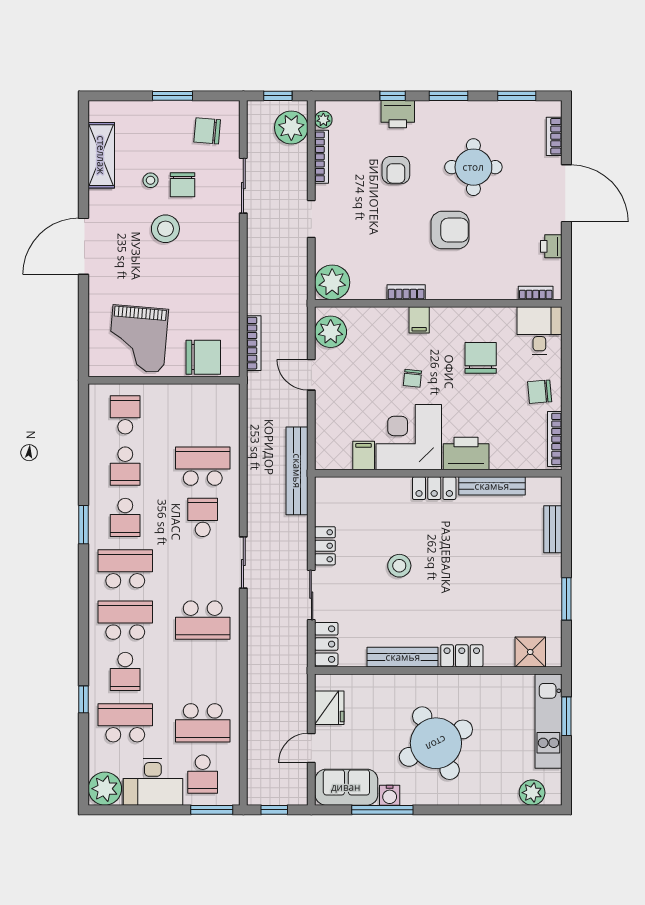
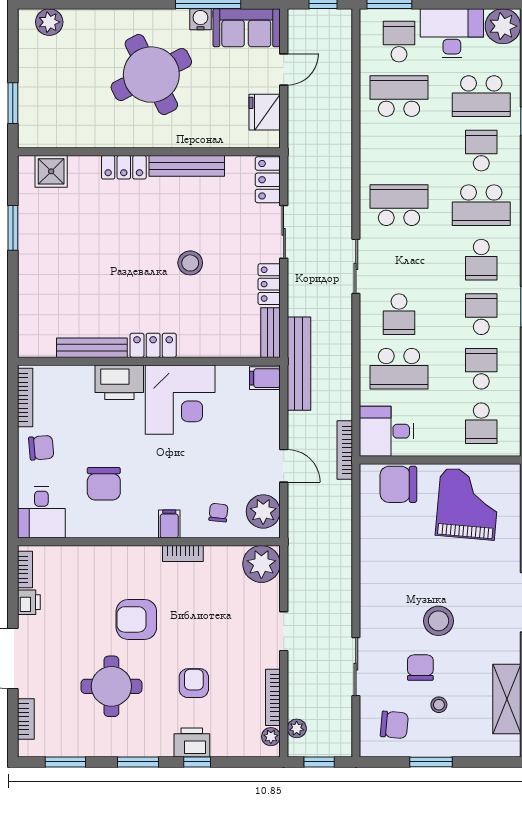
plant: (291, 127) -> (297, 728), width x0.53, depth x0.53
stool: (150, 180) -> (439, 705), moved
bookcase: (536, 293) -> (25, 570), moved, turned -90
bookcase: (254, 343) -> (345, 450), moved
chair: (412, 378) -> (218, 513), moved
desk: (214, 407) -> (387, 431), added
filing cabinet: (364, 455) -> (265, 378), moved, turned 90
bench: (553, 529) -> (271, 333), moved
school desk: (125, 569) -> (481, 260), width x0.54
kitchen unit: (548, 721) -> (32, 98), removed

